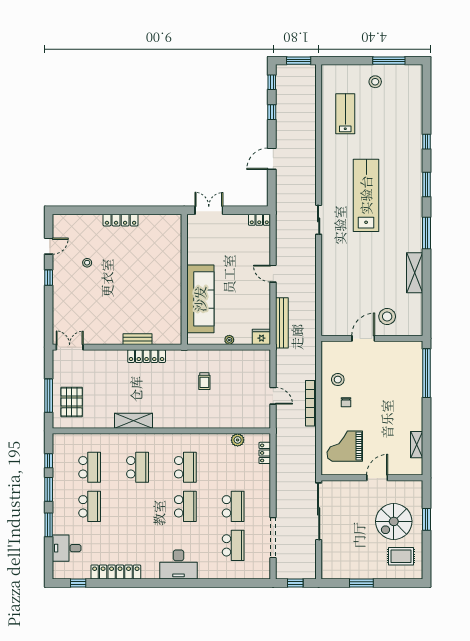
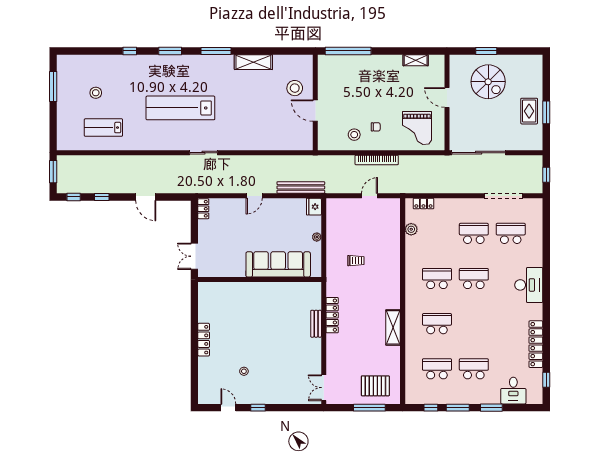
stool: (375, 82) -> (96, 93), moved
rug: (401, 556) -> (529, 111), moved

